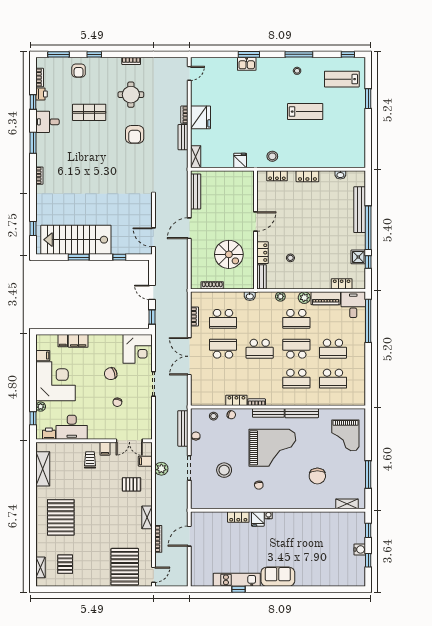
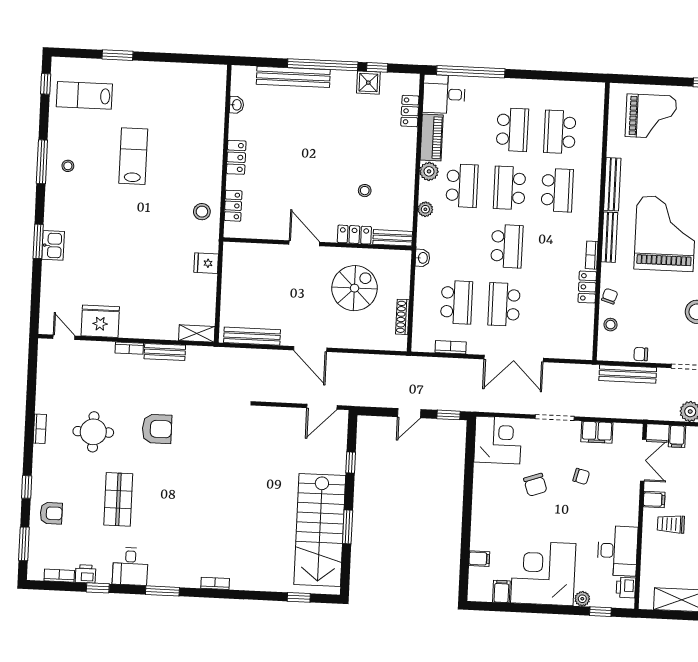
lab bench: (342, 79) -> (84, 95), turned 90
fridge: (200, 117) -> (100, 321), moved
filing cabinet: (78, 341) -> (597, 432), moved, turned 90
school desk: (333, 379) -> (560, 132), turned 180

